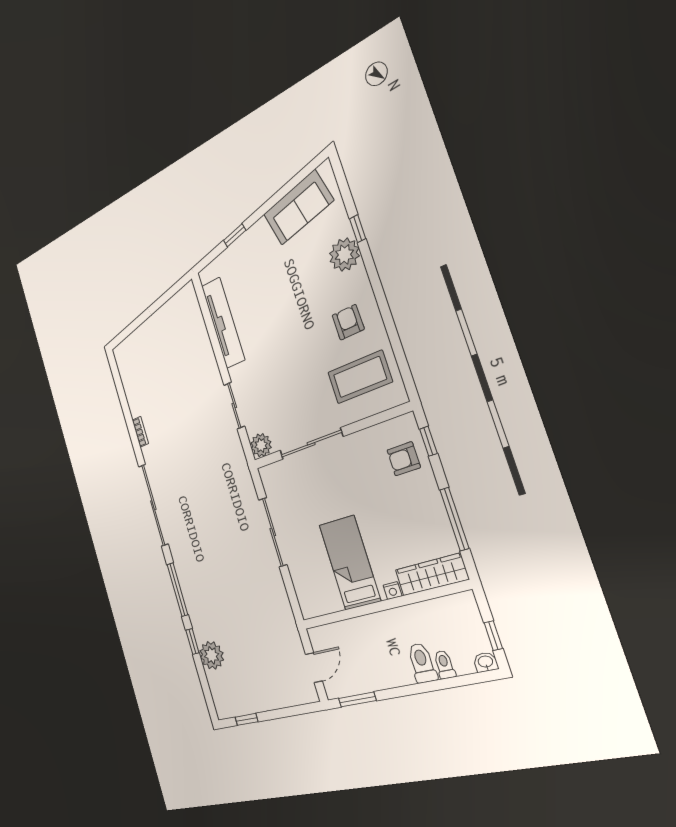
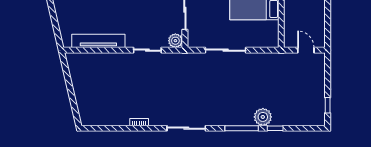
window: (235, 235) -> (54, 16), removed
sliding door: (153, 505) -> (186, 128), width x0.73
plant: (212, 655) -> (263, 117), moved
window: (357, 699) -> (328, 30), removed

